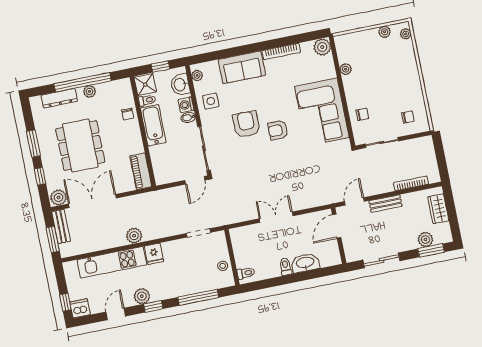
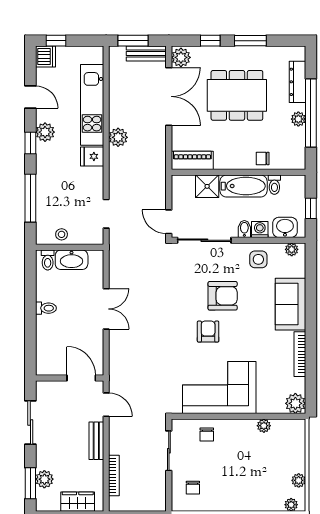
shower: (145, 85) -> (207, 186), moved
washbasin: (305, 263) -> (72, 260), moved, turned 90

